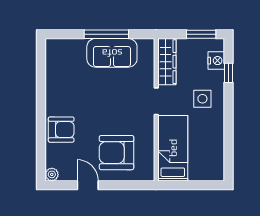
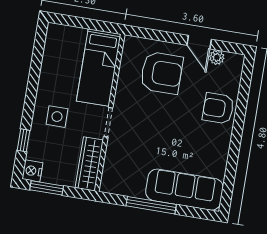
sofa: (112, 53) -> (184, 190), moved, width x1.36
nightstand: (216, 61) -> (32, 171), moved
plant: (52, 174) -> (217, 57), moved

